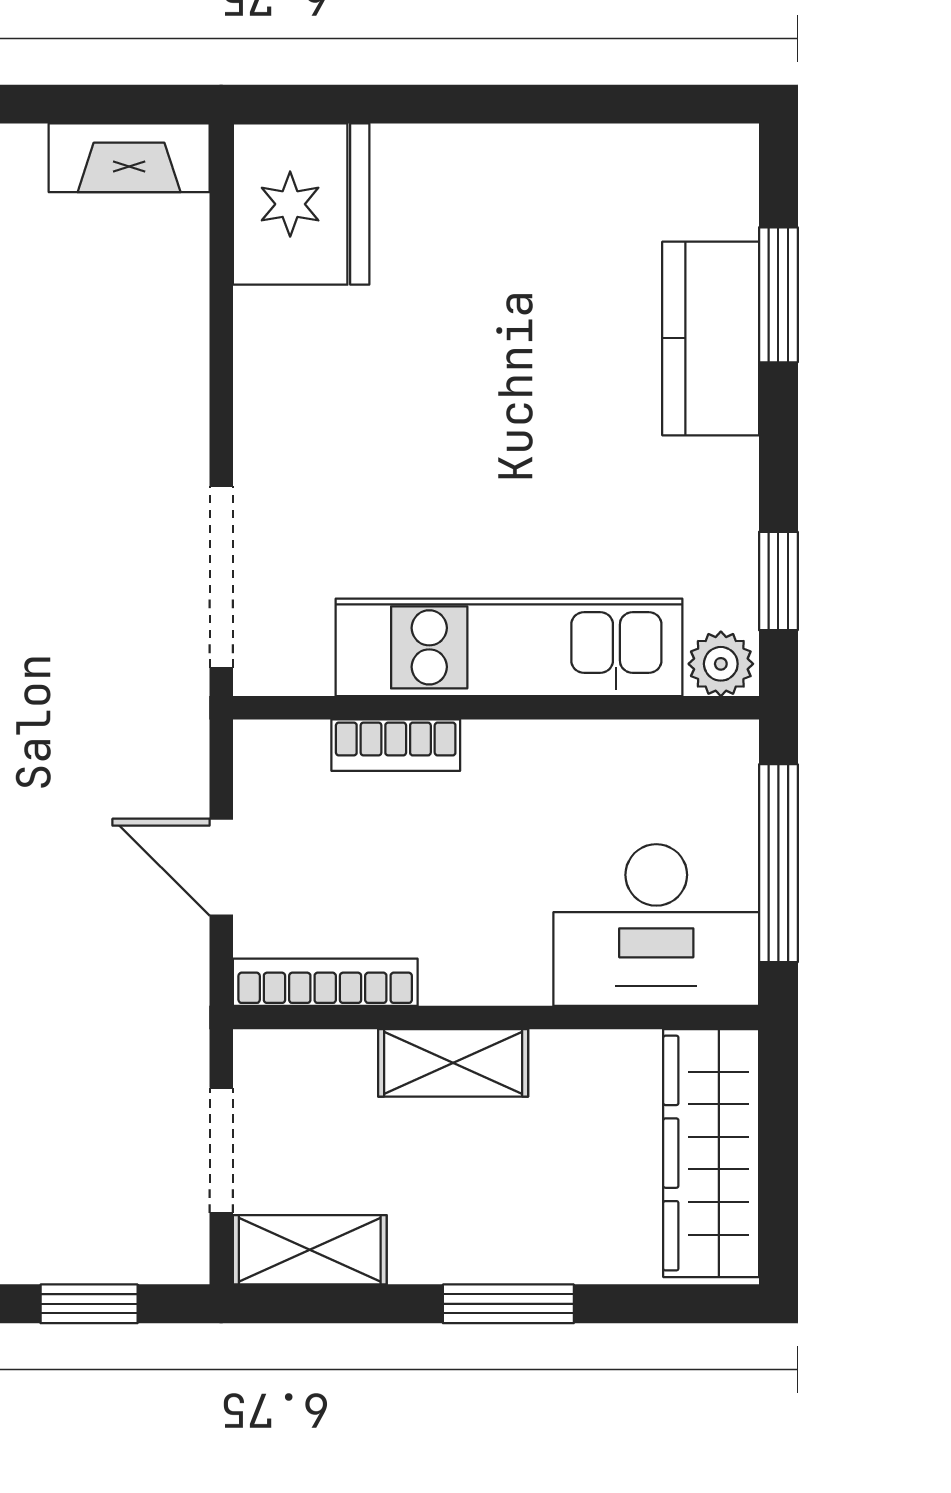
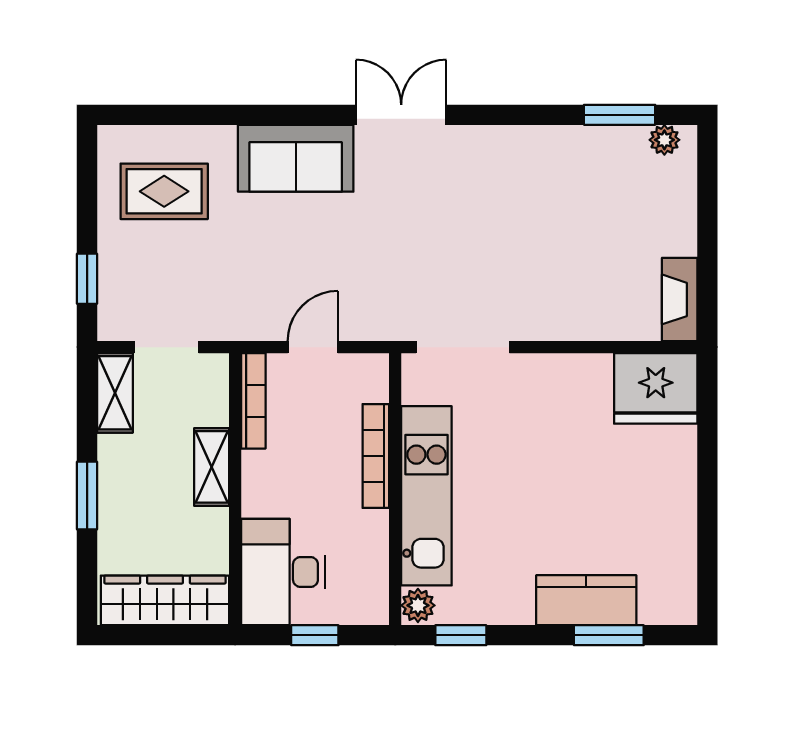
bookcase: (396, 745) -> (376, 456), width x1.56
window: (778, 863) -> (315, 635), width x0.46

